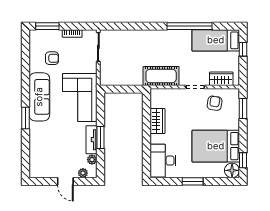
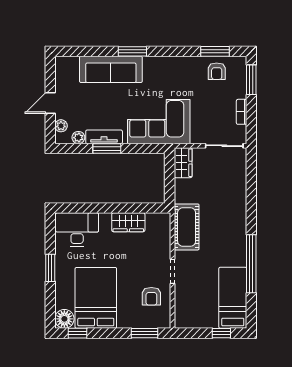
window: (25, 54) -> (215, 51), added
armchair: (52, 58) -> (217, 71), moved
wardrobe: (221, 79) -> (183, 163), moved
sofa: (39, 97) -> (111, 69), moved
armchair: (215, 103) -> (151, 296), turned 81

